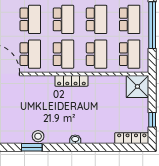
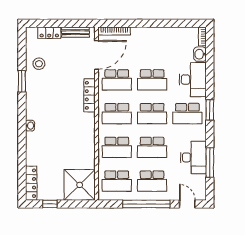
locker: (71, 81) -> (90, 95), moved
shower: (137, 86) -> (80, 185), width x1.37, depth x1.37
stool: (38, 136) -> (39, 64), moved

